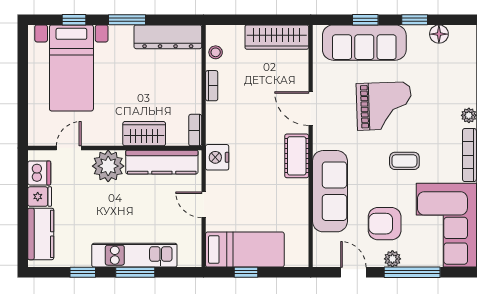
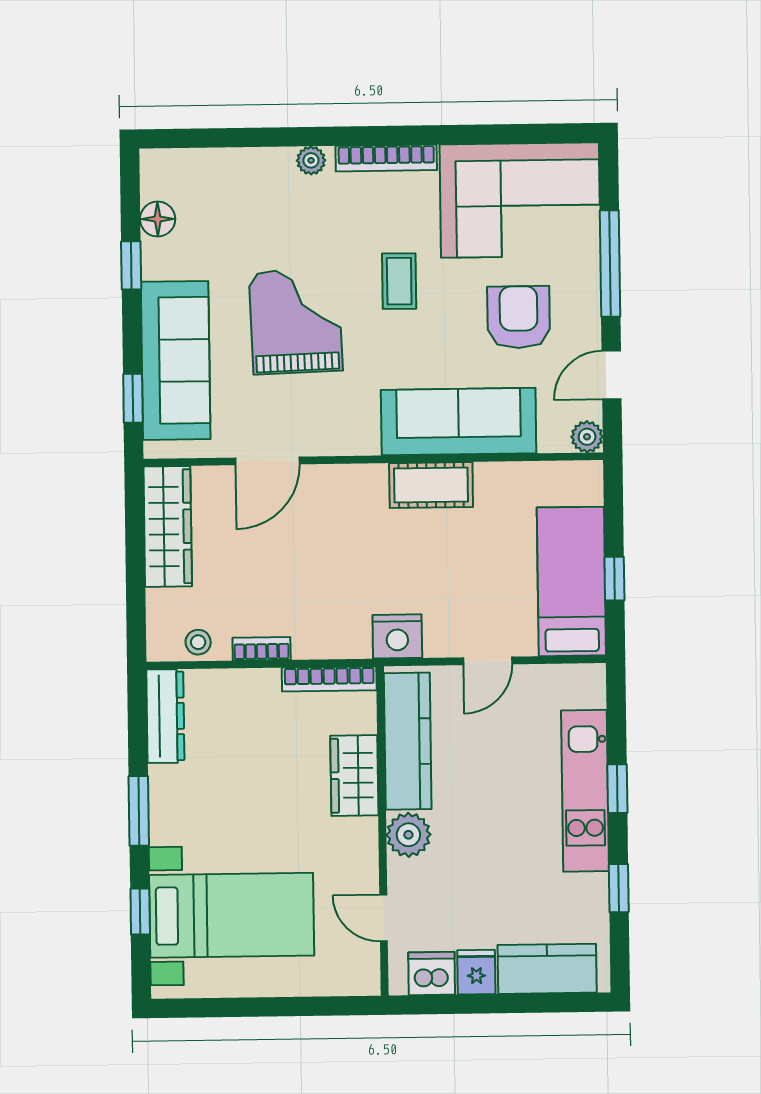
window: (365, 20) -> (133, 398), moved
dresser: (168, 37) -> (165, 716), width x0.73, depth x0.80
door: (311, 109) -> (267, 461), moved
bookcase: (195, 130) -> (329, 679), width x1.56
cot: (297, 156) -> (431, 485), moved
plant: (108, 166) -> (408, 835), width x0.73, depth x0.73
armchair: (385, 224) -> (519, 317), turned 180
plant: (392, 259) -> (587, 437), moved
window: (135, 272) -> (617, 789), width x0.67

